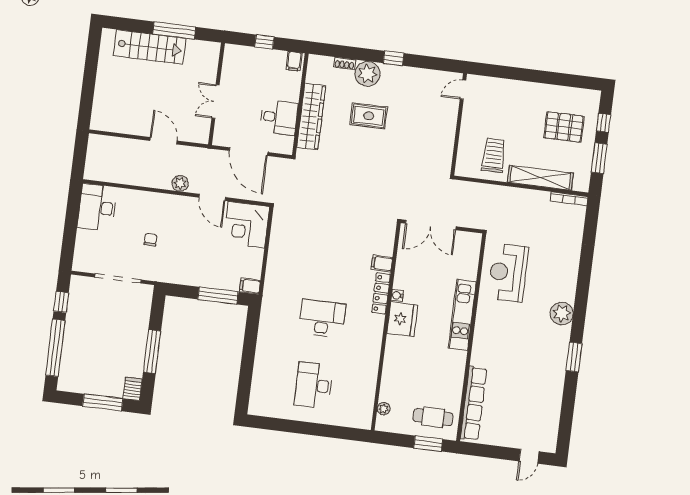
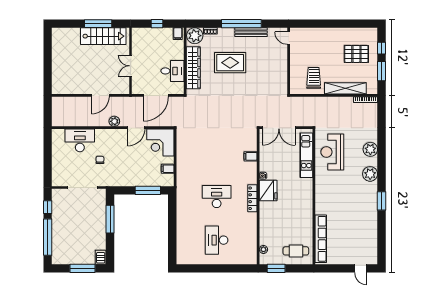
stairs: (150, 47) -> (103, 36), moved
window: (394, 58) -> (241, 24), width x3.17
bench: (407, 73) -> (251, 32), added
plant: (368, 74) -> (195, 36), moved
door: (463, 90) -> (289, 38), hinge flipped
rug: (369, 116) -> (230, 63), width x1.36, depth x1.43
door: (163, 141) -> (100, 95), swing flipped
door: (249, 152) -> (156, 95), hinge flipped
door: (212, 197) -> (136, 128), hinge flipped
desk: (97, 207) -> (80, 140), moved, turned 90
plant: (567, 276) -> (370, 149), added
filing cabinet: (250, 286) -> (168, 169), moved
locker: (381, 293) -> (252, 198), moved
kitchen unit: (462, 315) -> (306, 155), moved
window: (152, 352) -> (110, 219), moved
window: (428, 444) -> (276, 268), moved
door: (529, 456) -> (361, 268), hinge flipped

